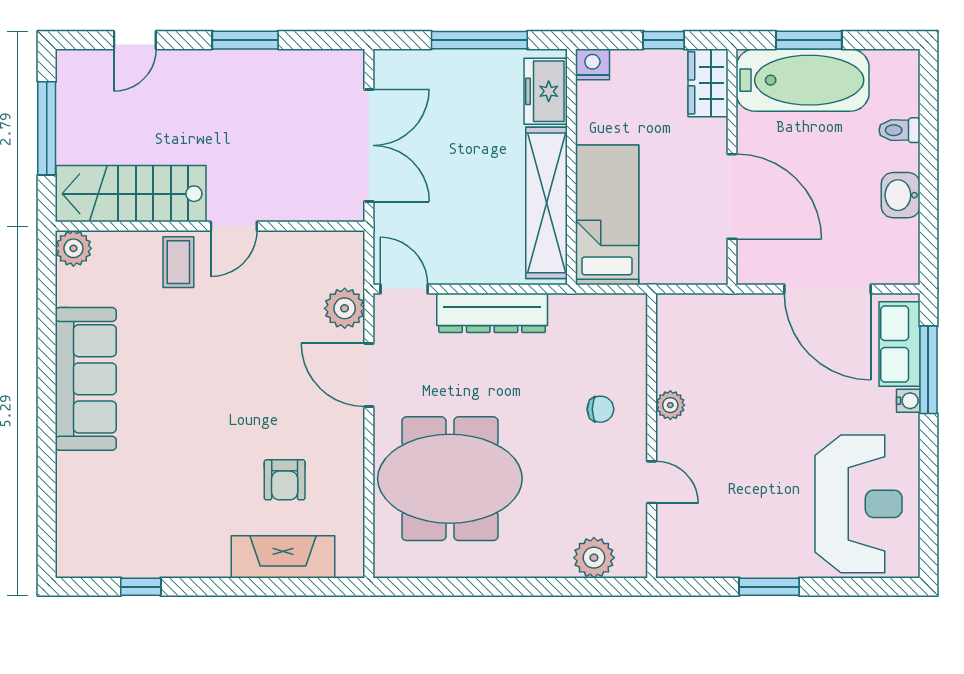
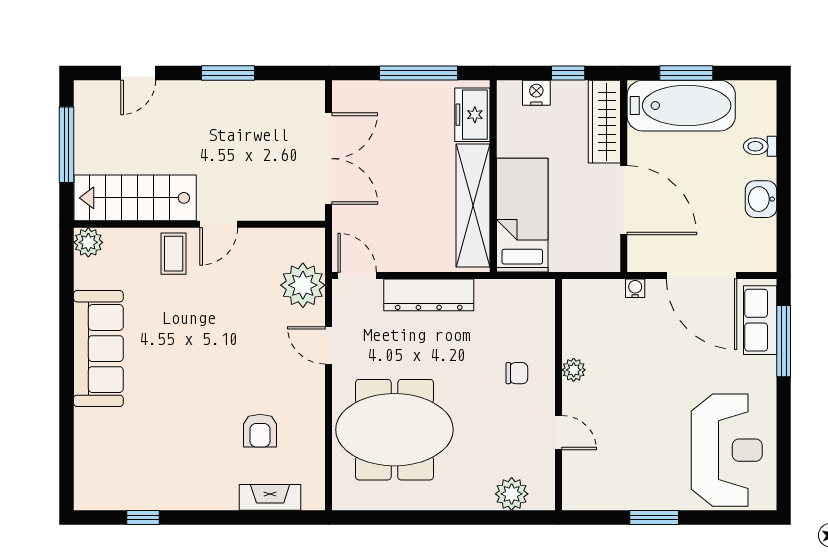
nightstand: (592, 64) -> (536, 93), moved
wardrobe: (708, 83) -> (604, 122), width x1.50
plant: (345, 308) -> (303, 285), width x1.36, depth x1.36
door: (369, 375) -> (329, 345), width x0.73
water cooler: (908, 401) -> (635, 288), moved, turned -90
fireplace: (283, 557) -> (270, 497), width x0.73, depth x0.76

